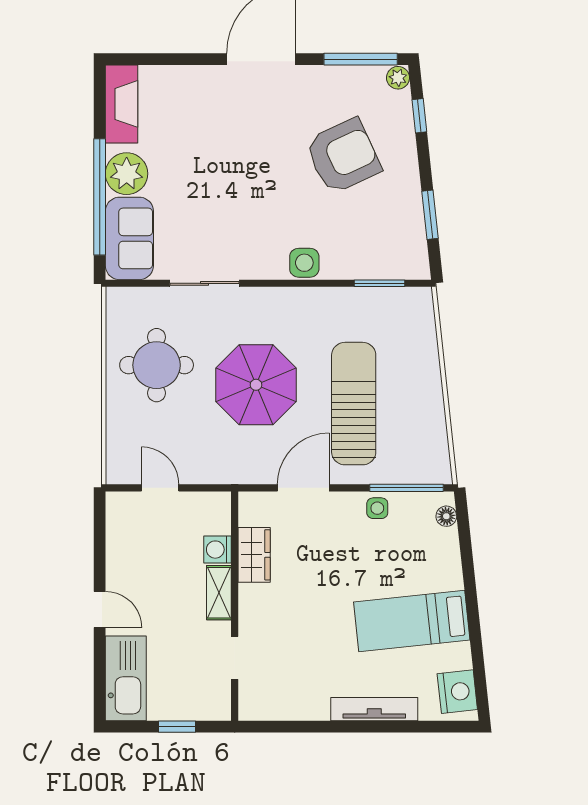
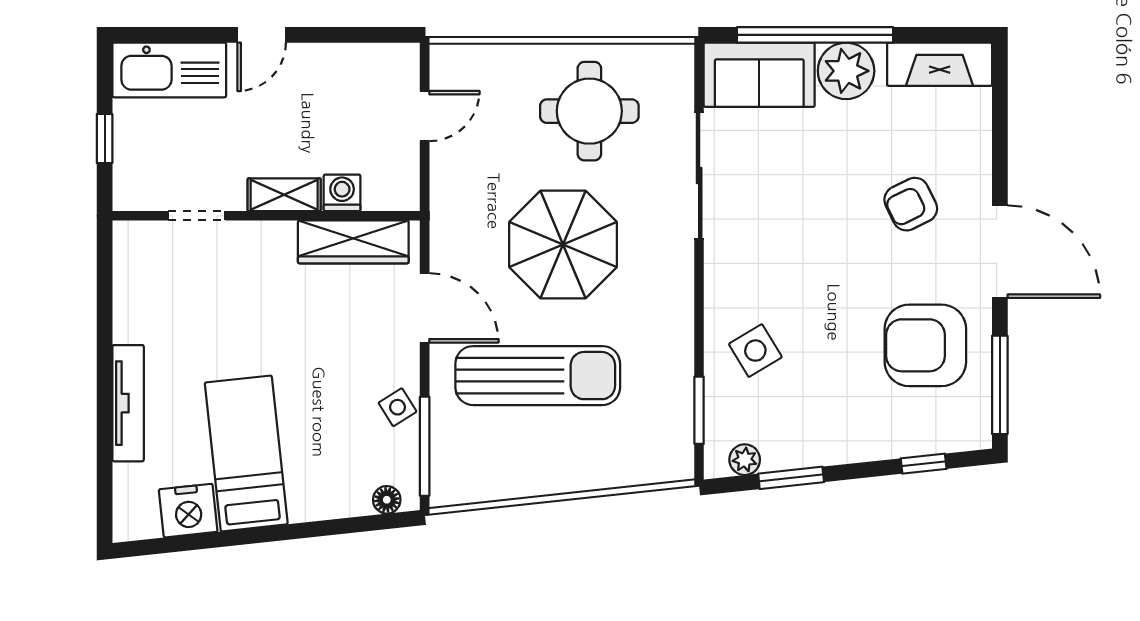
plant: (398, 78) -> (745, 460), moved
armchair: (226, 125) -> (911, 204), added
armchair: (343, 156) -> (925, 345), moved, turned 115
side table: (304, 263) -> (755, 351), moved, turned -31
sliding door: (205, 283) -> (699, 175), width x1.37
side table: (377, 508) -> (398, 407), turned -32
wardrobe: (254, 555) -> (353, 242), width x1.50
nightstand: (457, 692) -> (188, 511), moved

